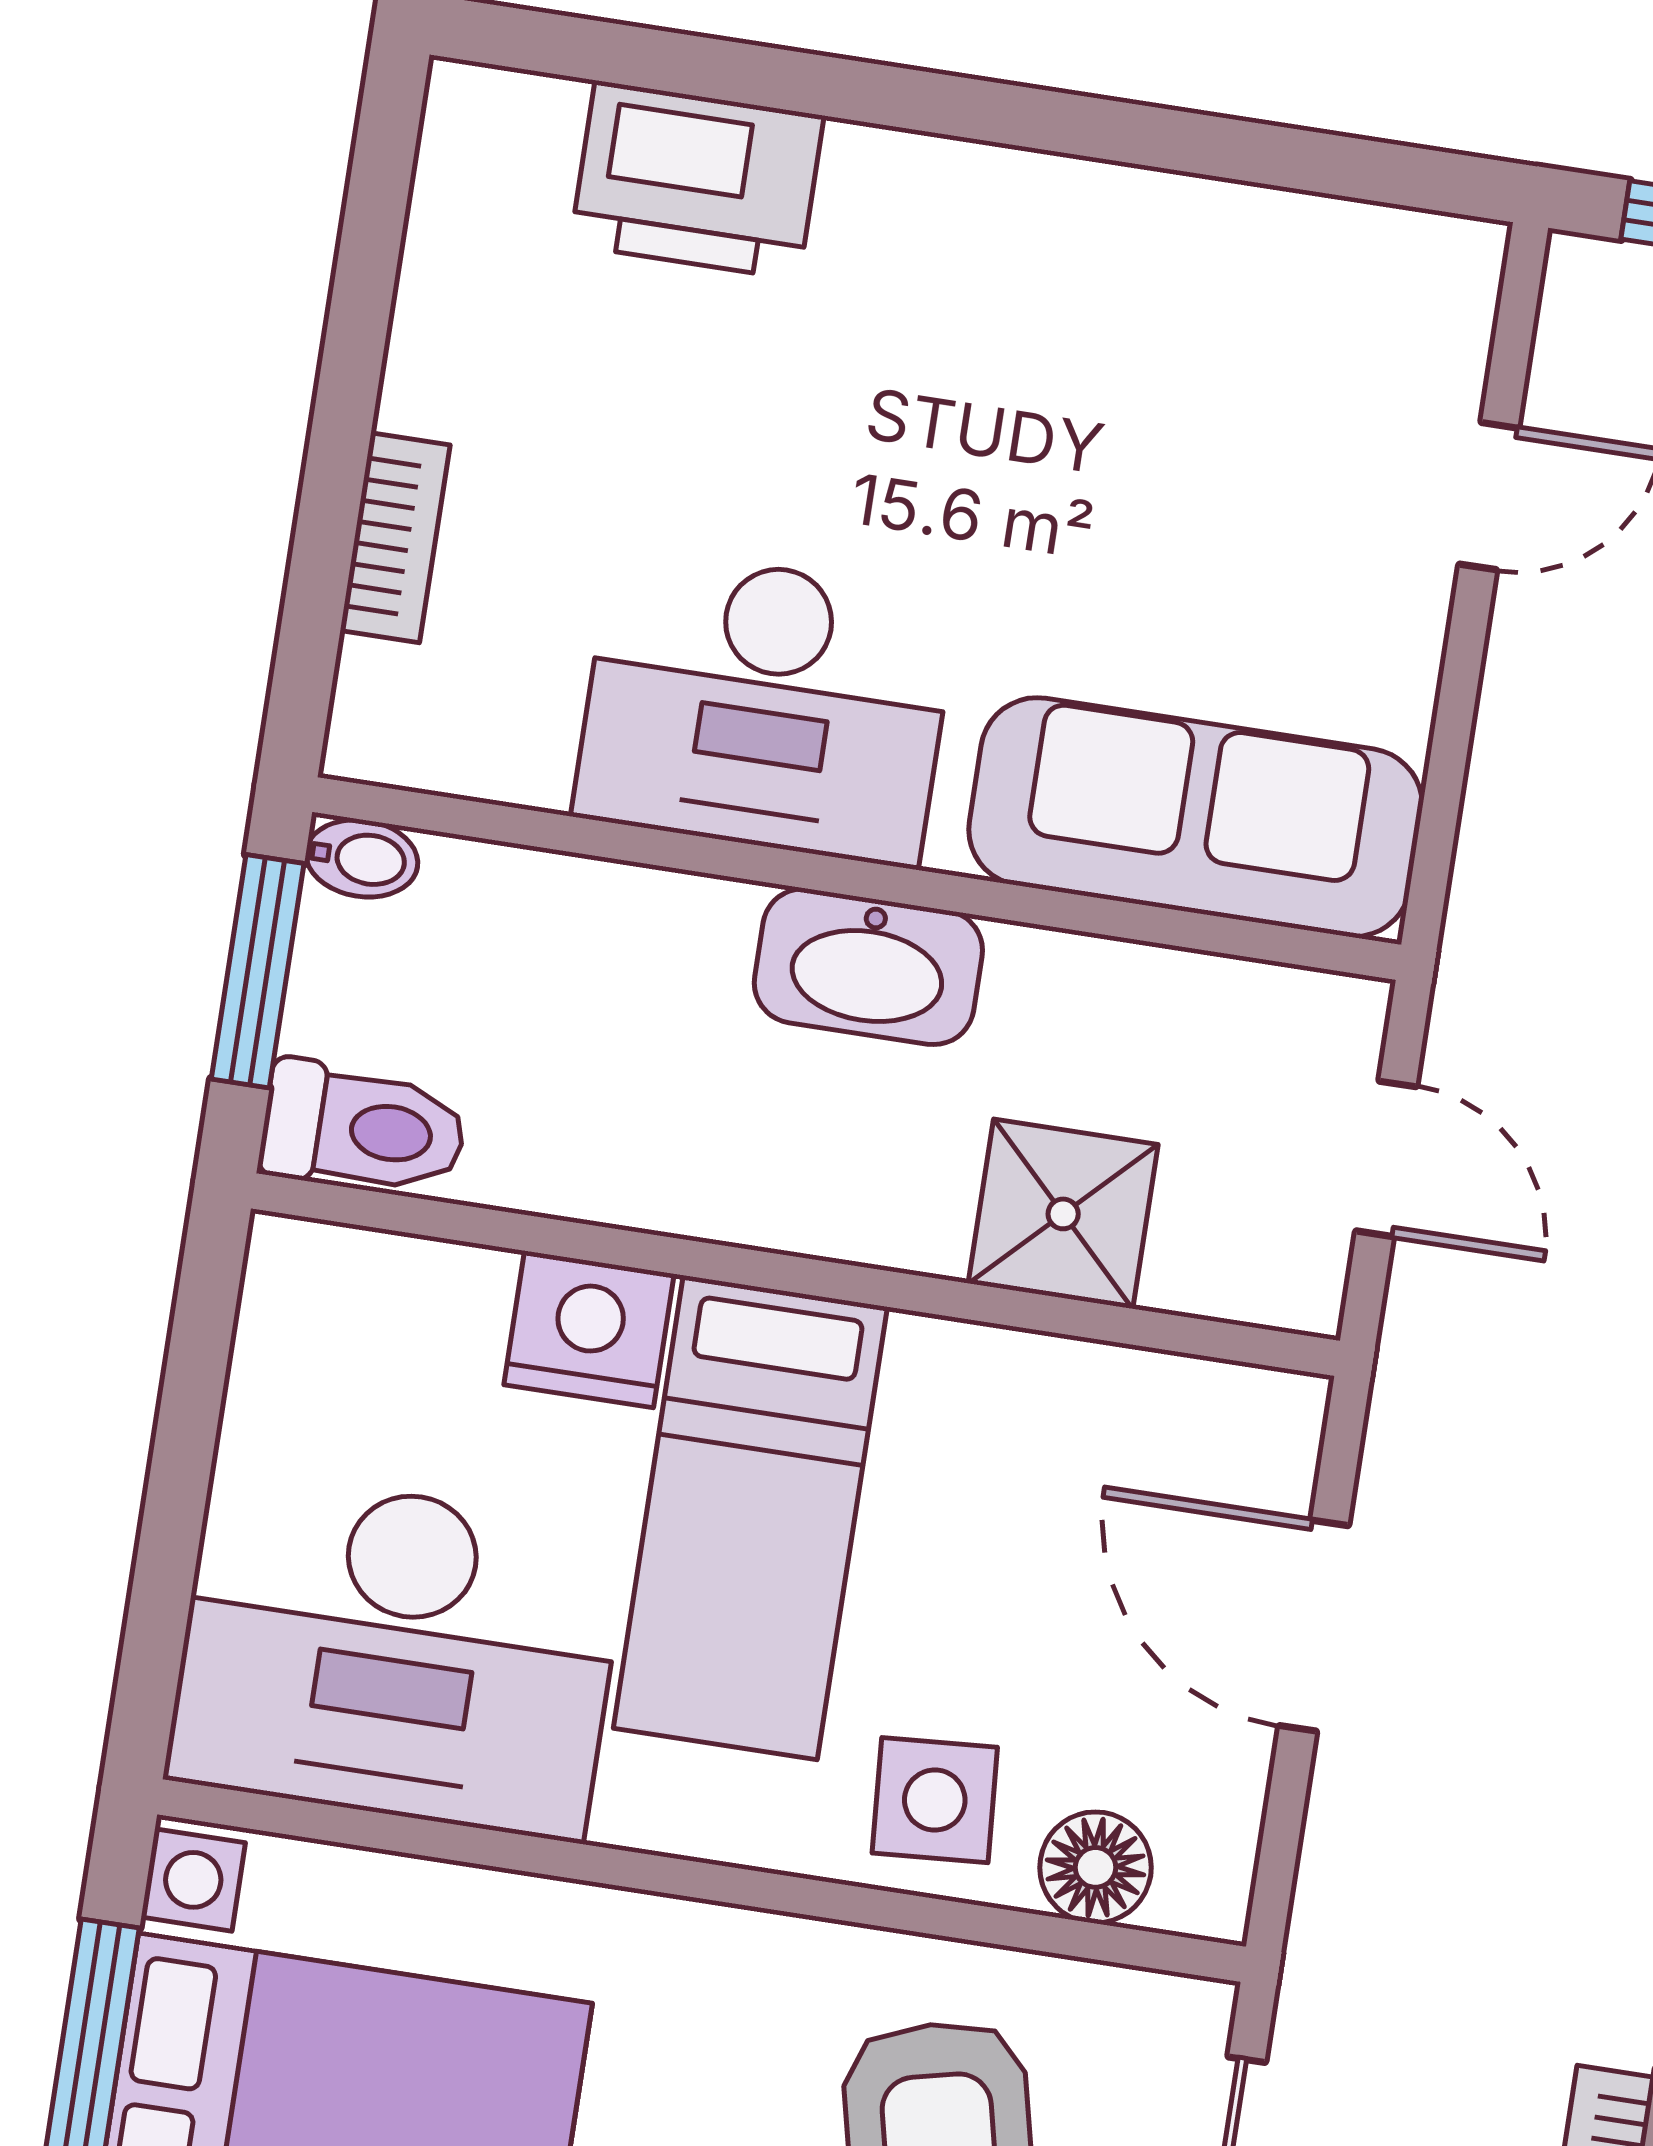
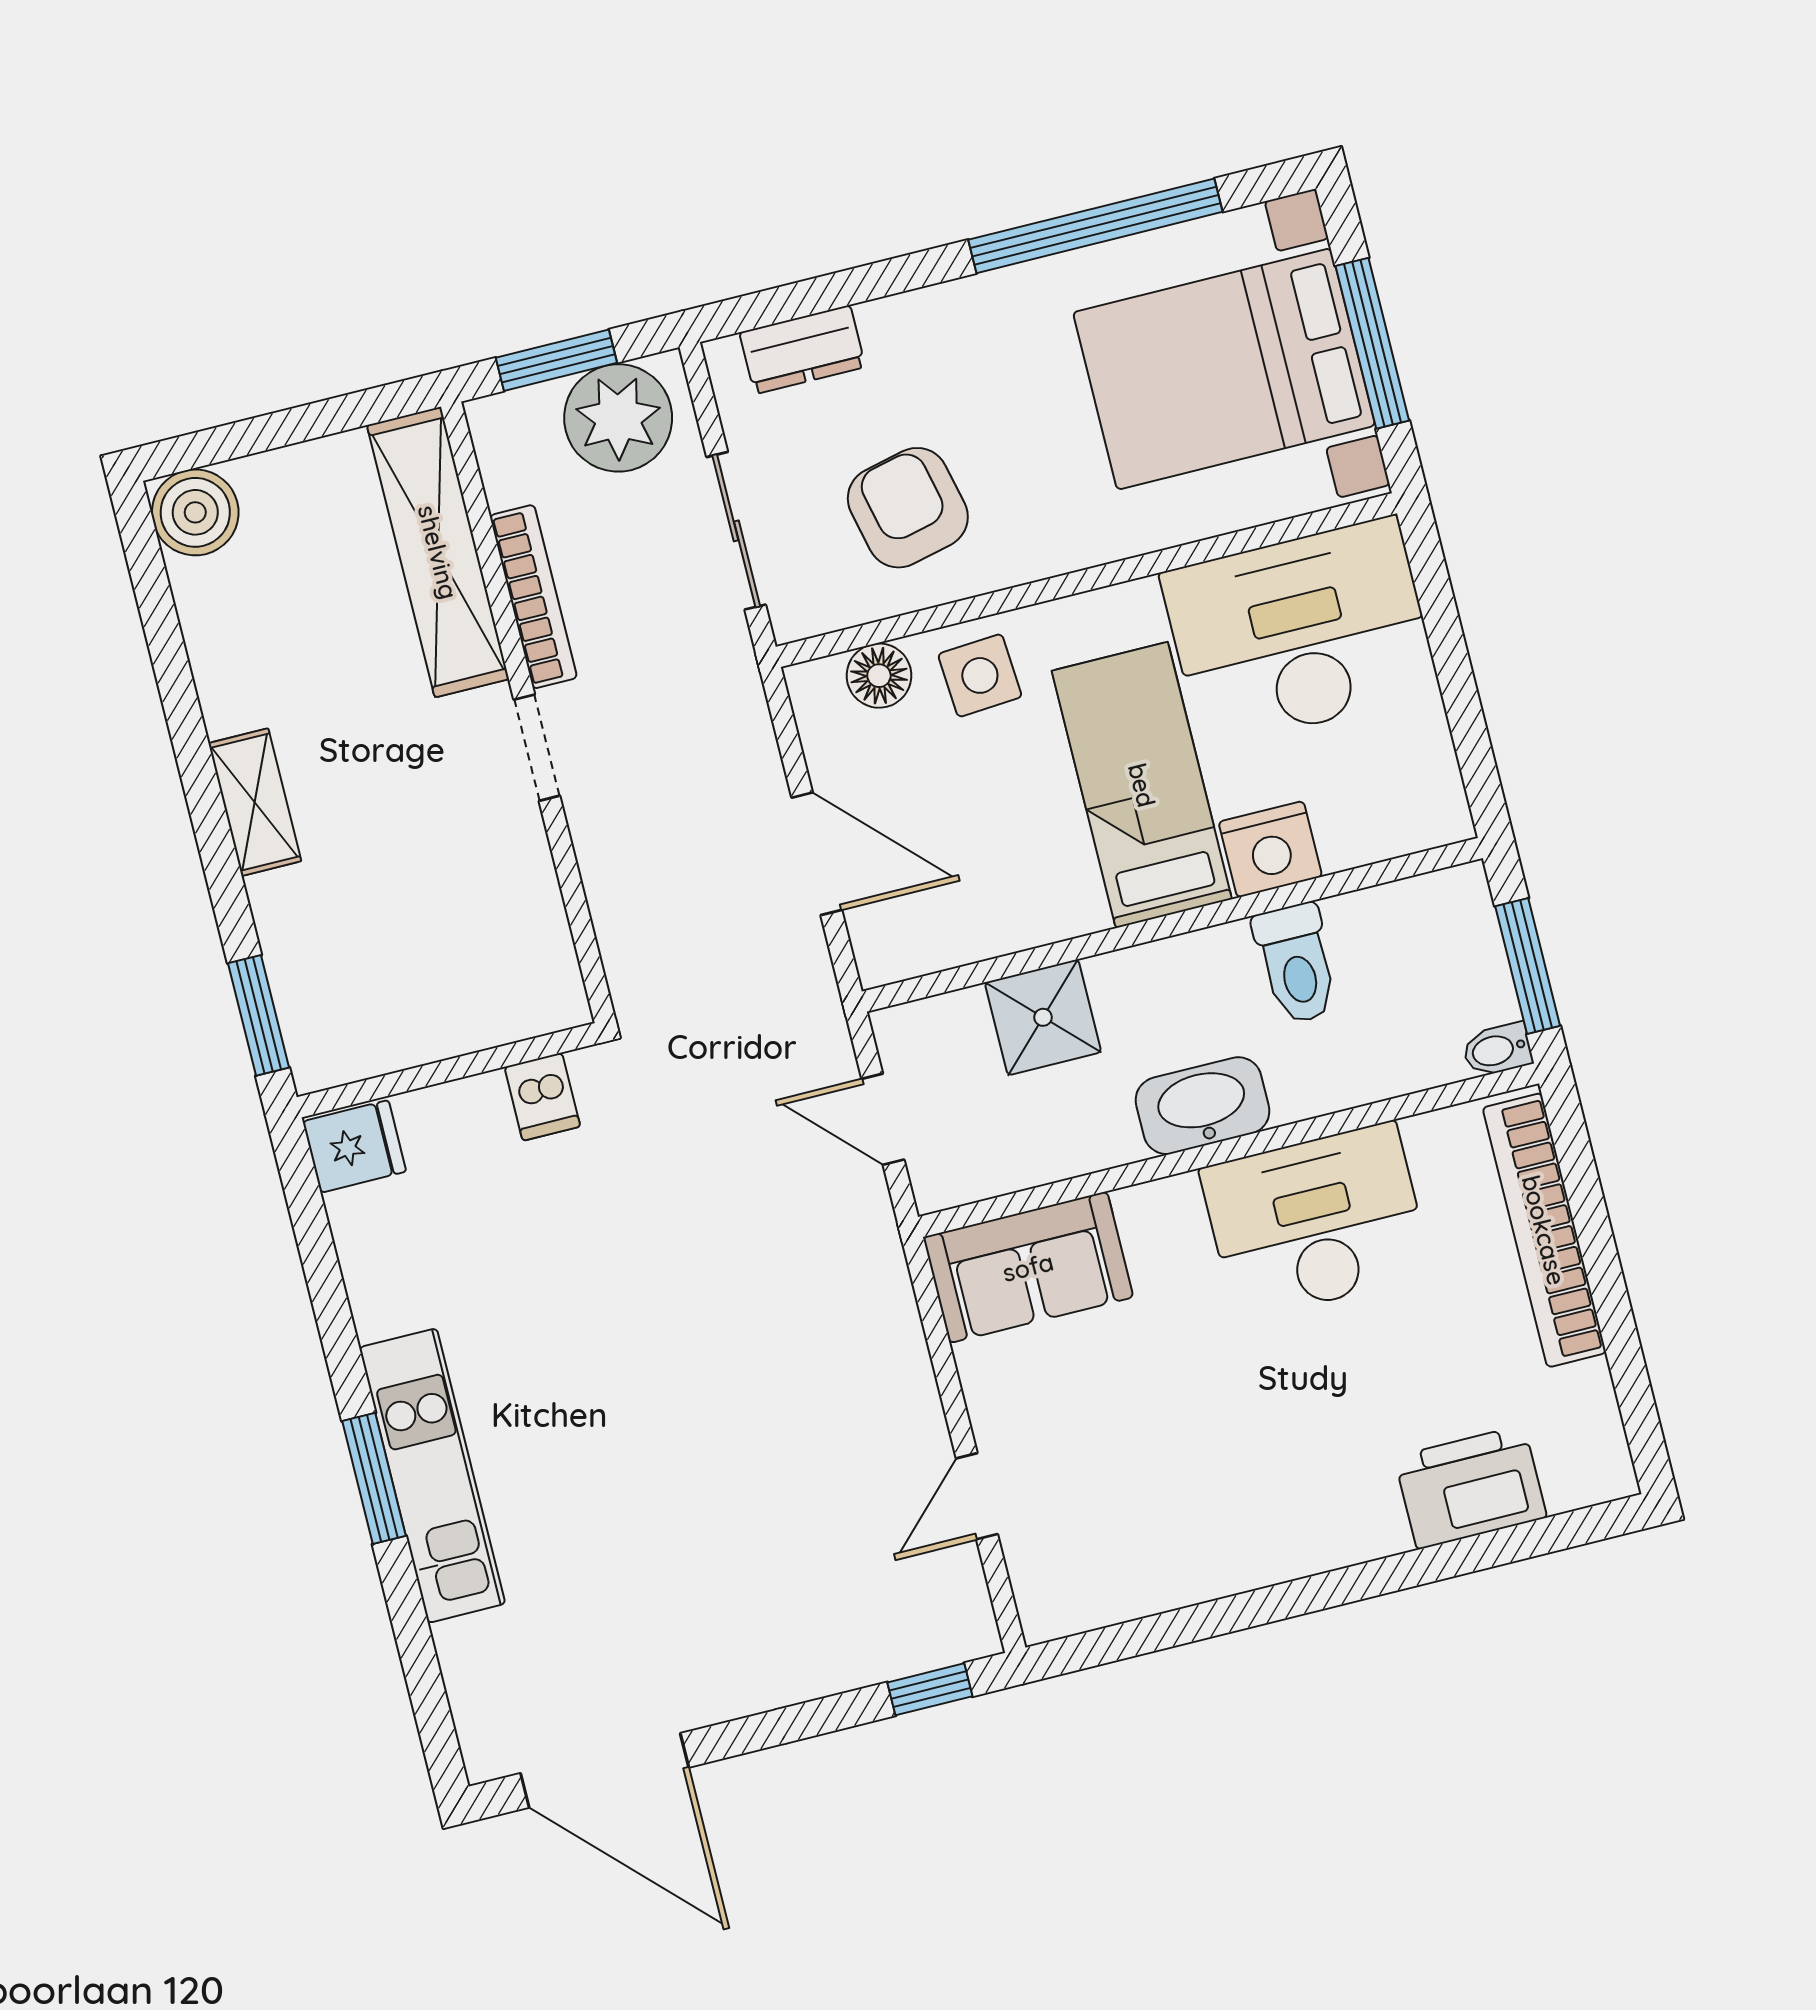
bookcase: (395, 538) -> (1544, 1230), width x2.31, depth x1.31
sofa: (1196, 817) -> (1028, 1267), width x0.73
toilet: (363, 1129) -> (1296, 964), moved, turned -90

